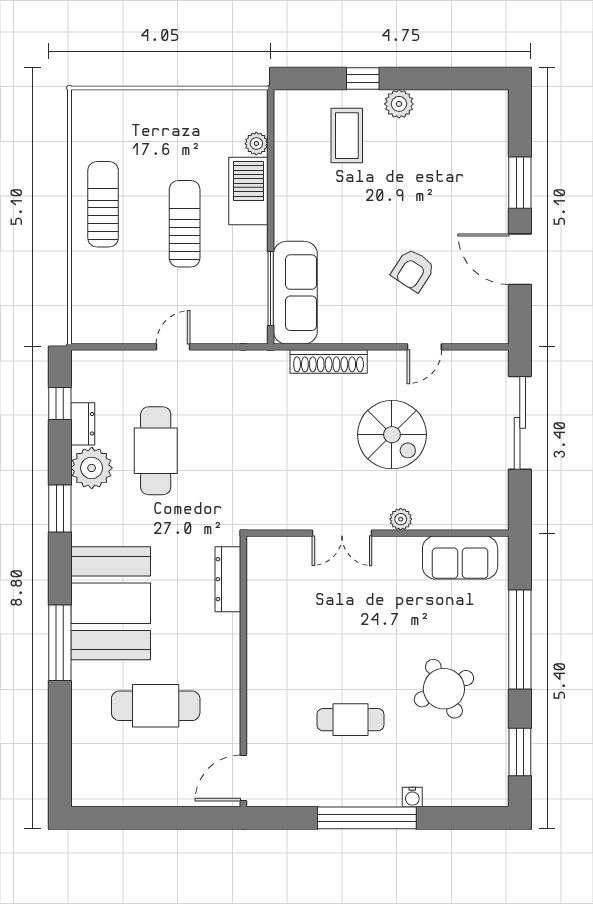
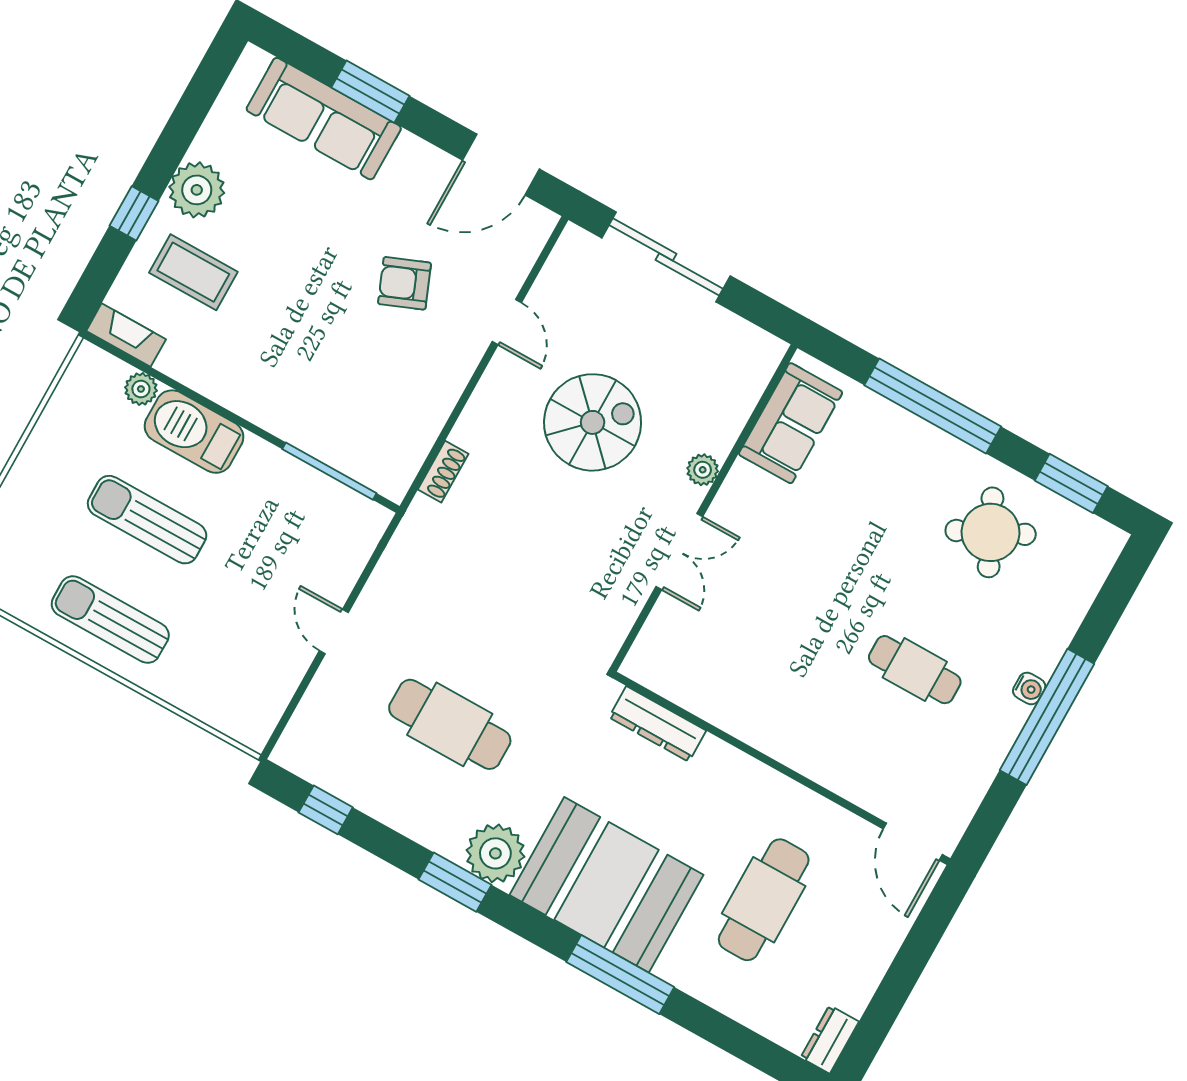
plant: (399, 104) -> (197, 190), width x1.36, depth x1.36
fireplace: (285, 116) -> (126, 335), added
sun lounger: (185, 224) -> (147, 520), moved
door: (520, 259) -> (501, 165), moved
armchair: (413, 270) -> (405, 283), turned 125
sofa: (295, 293) -> (324, 119), moved, turned 180
shoe rack: (329, 361) -> (443, 472), width x0.51, depth x0.81
dresser: (83, 424) -> (830, 1039), moved, turned -90
plant: (92, 468) -> (495, 853), moved
round table: (444, 689) -> (991, 532), moved
cafe table: (350, 720) -> (915, 670), turned 90
water cooler: (412, 797) -> (1029, 688), moved

